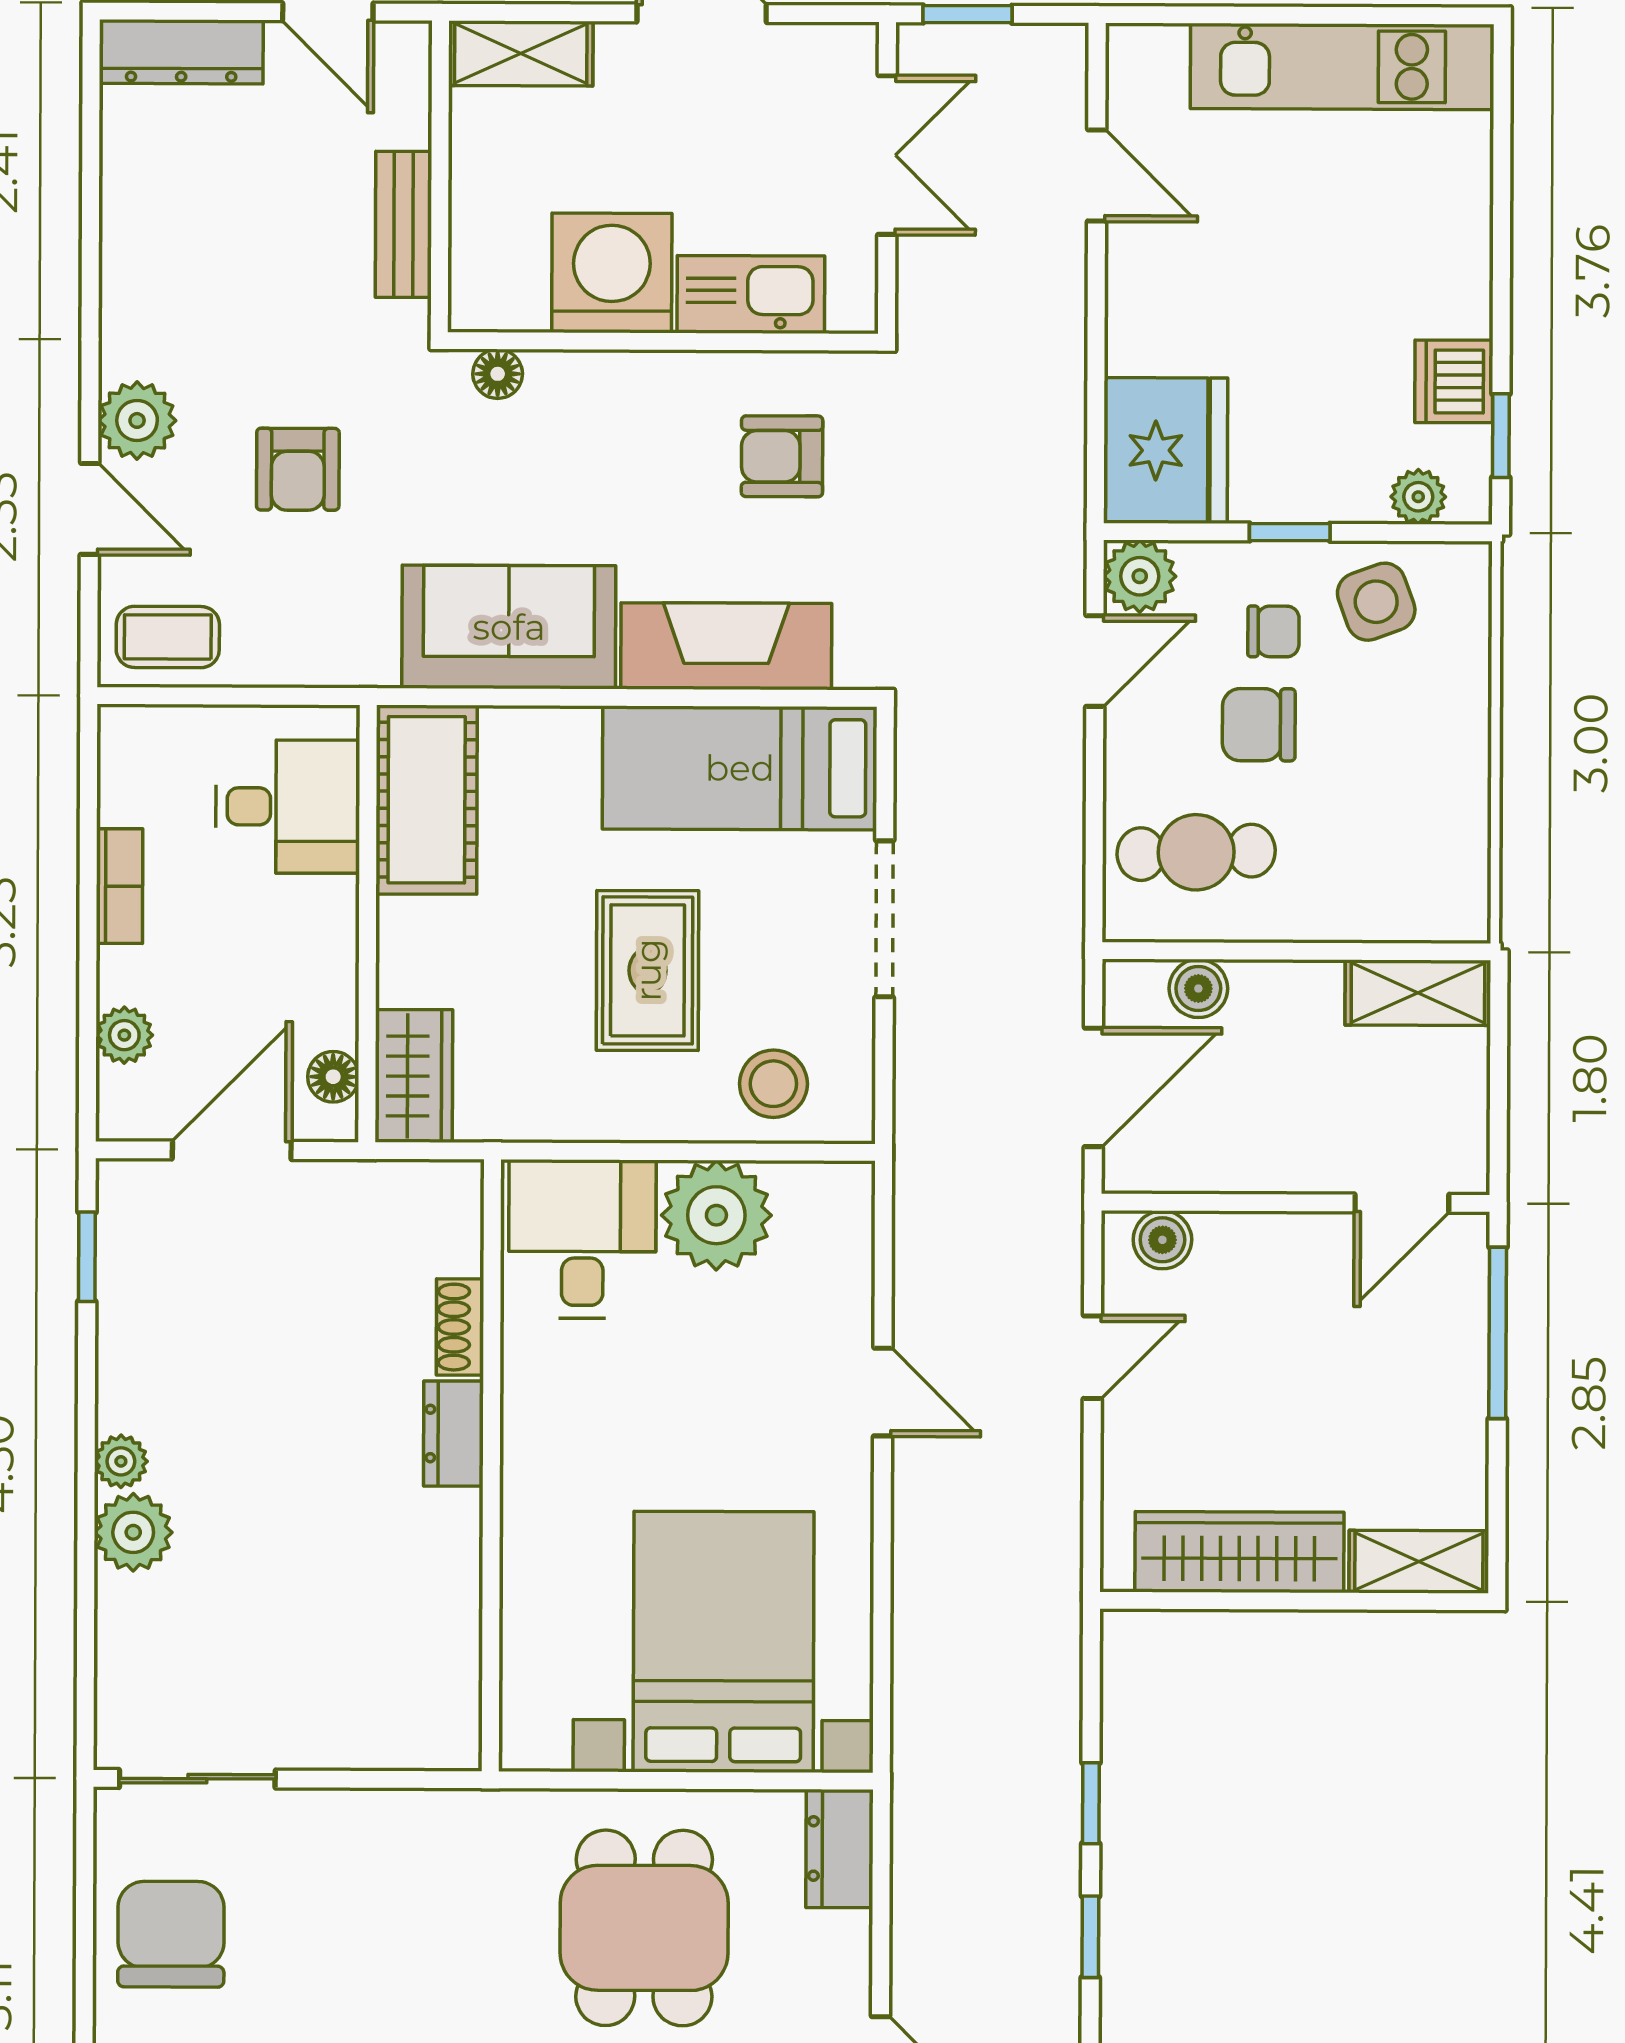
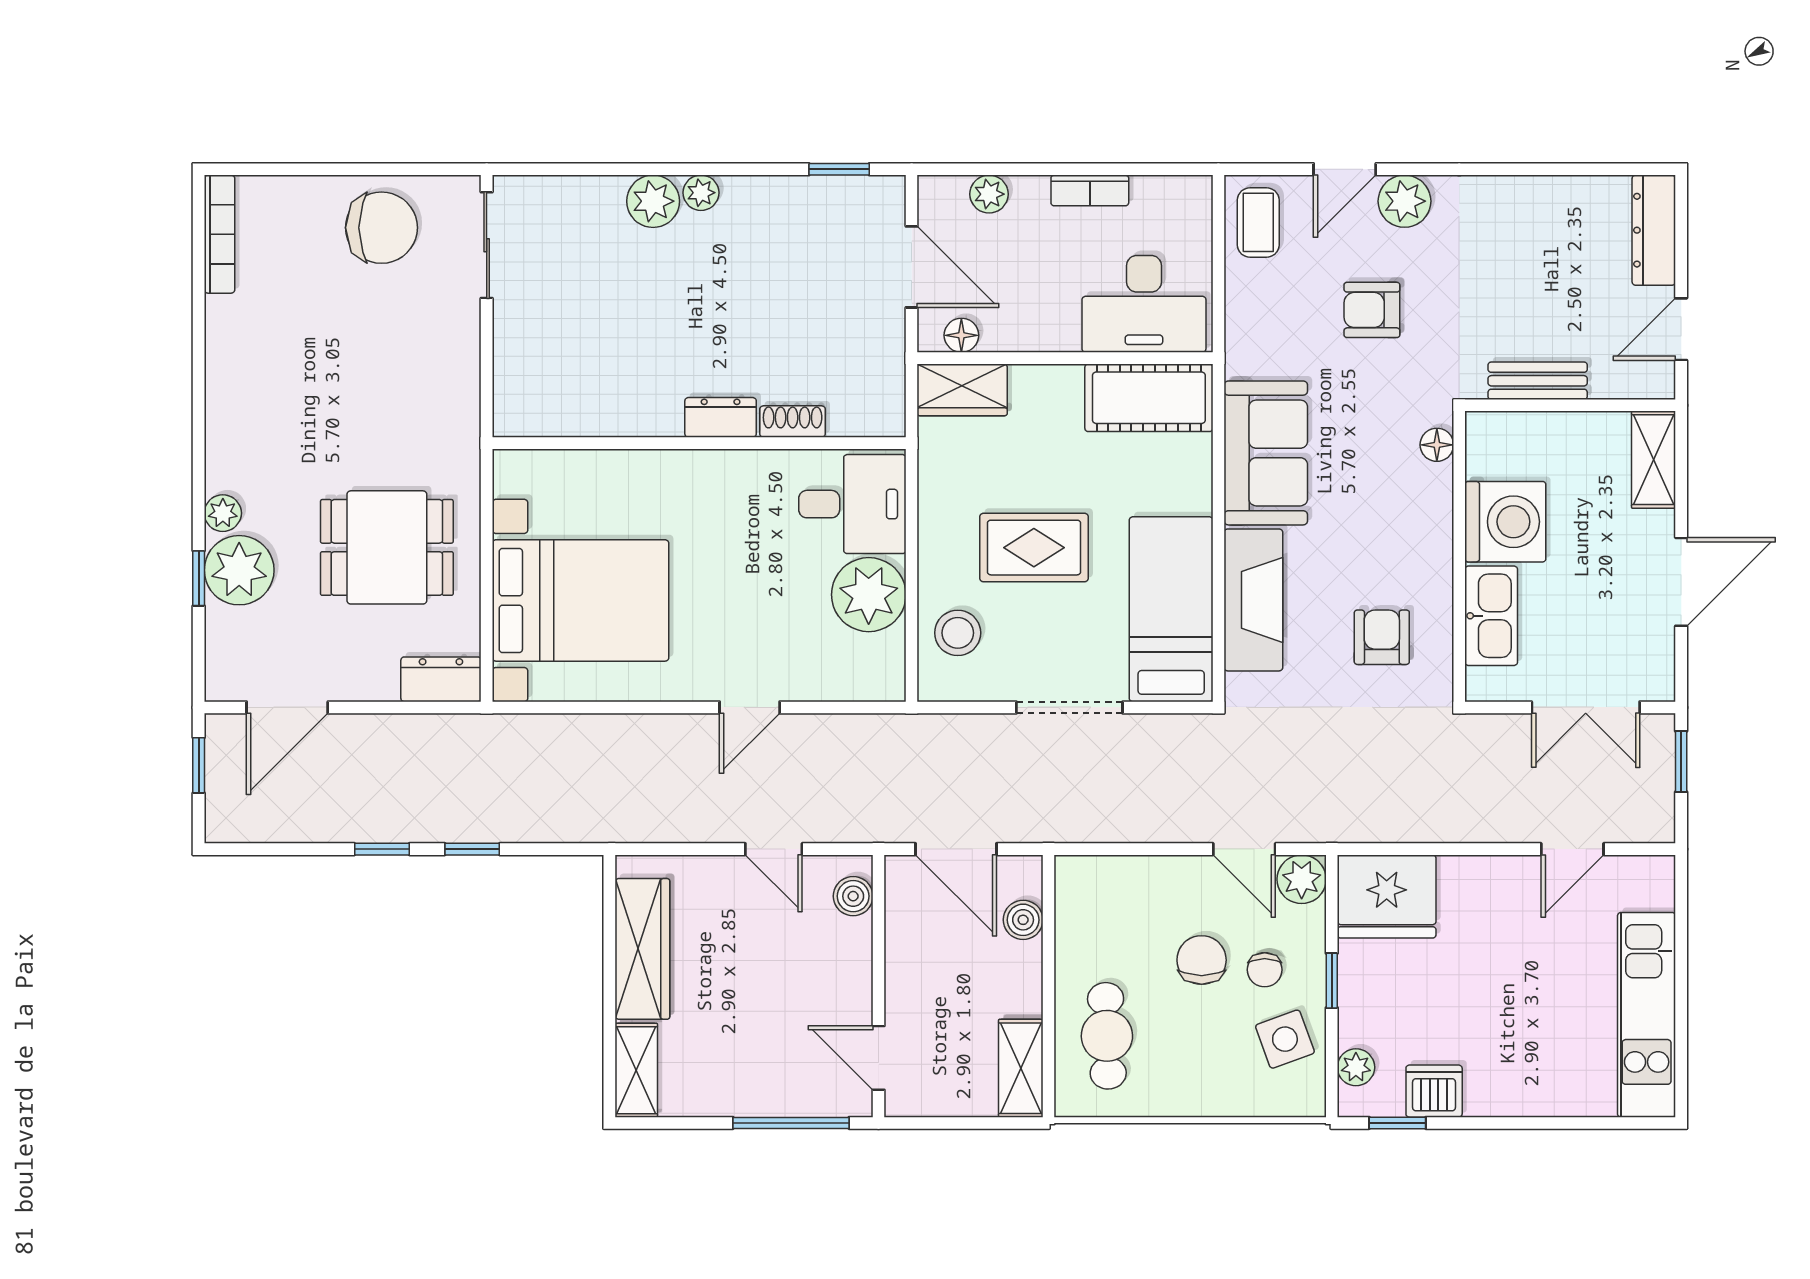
desk: (288, 806) -> (1144, 304), width x1.37
cafe table: (1196, 852) -> (1107, 1036), moved

